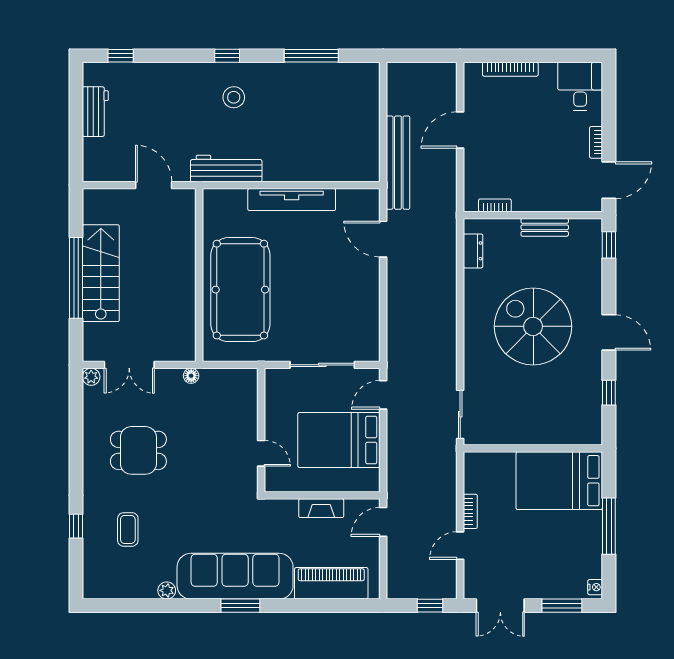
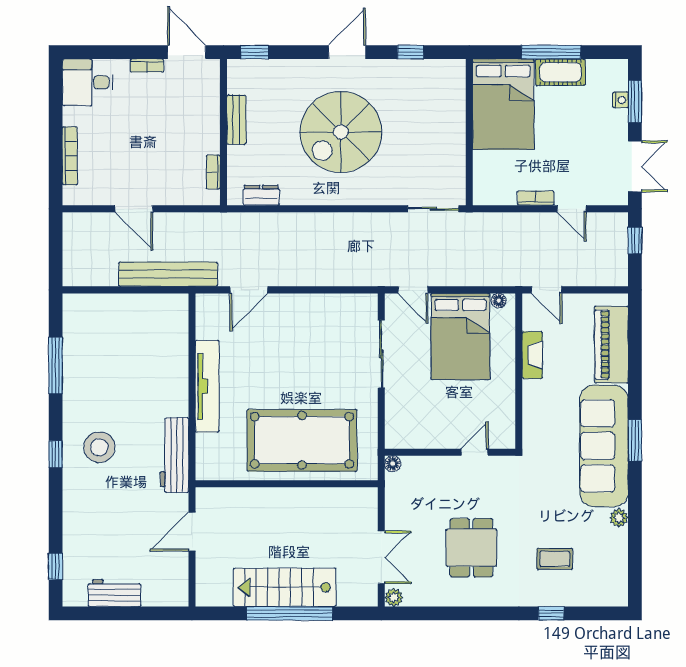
stool: (234, 97) -> (99, 447), width x1.38, depth x1.38
floor lamp: (191, 376) -> (393, 464), moved
wall: (261, 430) -> (450, 452), moved
door: (261, 453) -> (474, 452), moved
floor lamp: (373, 476) -> (499, 301), added
cot: (590, 535) -> (560, 72), added
nightstand: (595, 587) -> (621, 100), moved, turned 90

